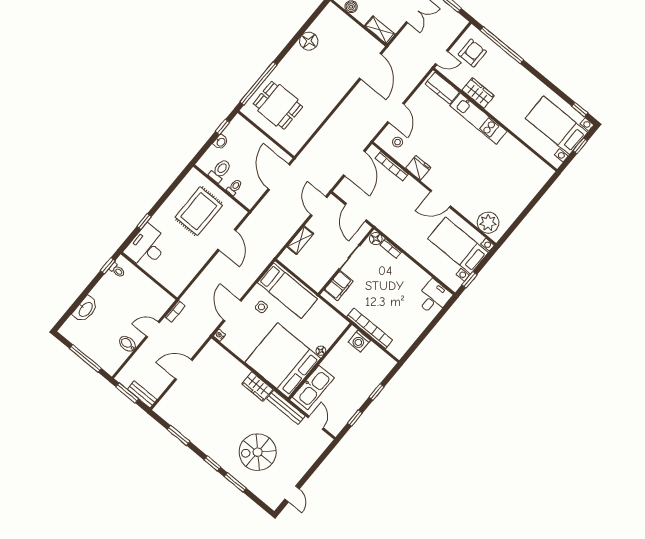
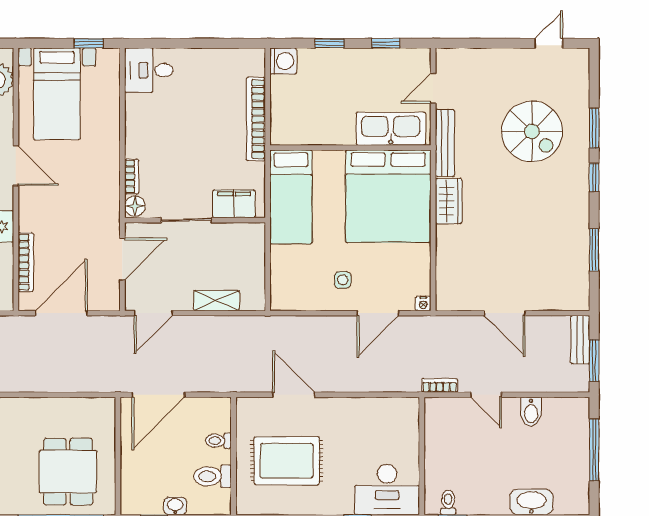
door: (227, 240) -> (294, 395), hinge flipped
bed: (287, 291) -> (291, 197), moved, turned 180
washing machine: (359, 341) -> (283, 61), moved
floor lamp: (321, 351) -> (336, 158), removed

